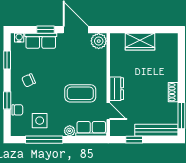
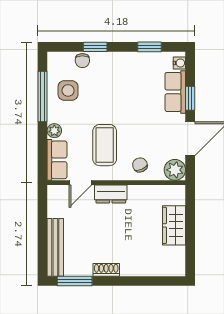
chair: (29, 80) -> (140, 165), moved
window: (134, 140) -> (42, 218), removed

